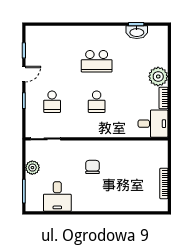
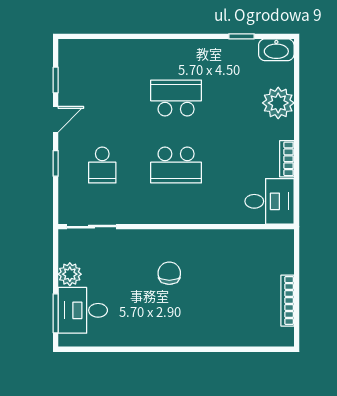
washbasin: (137, 32) -> (276, 50), moved
school desk: (97, 61) -> (176, 98), turned 180
plant: (158, 76) -> (278, 103), moved
school desk: (97, 102) -> (176, 165), width x1.85
desk: (57, 196) -> (83, 310), moved, turned 90

